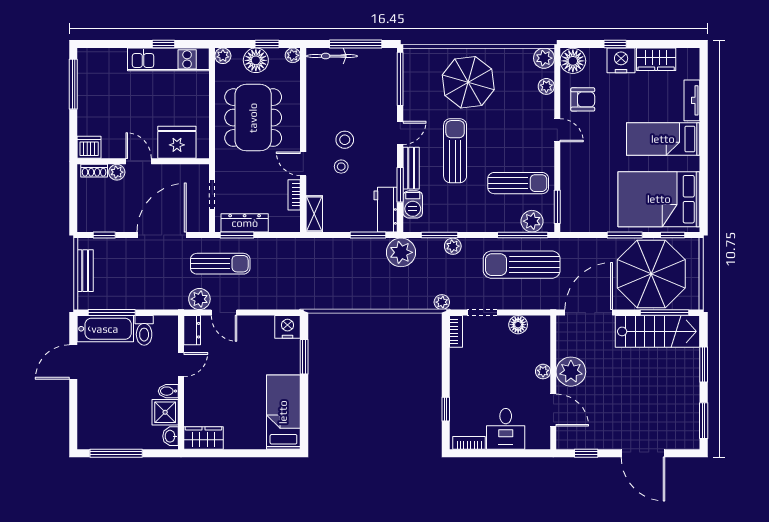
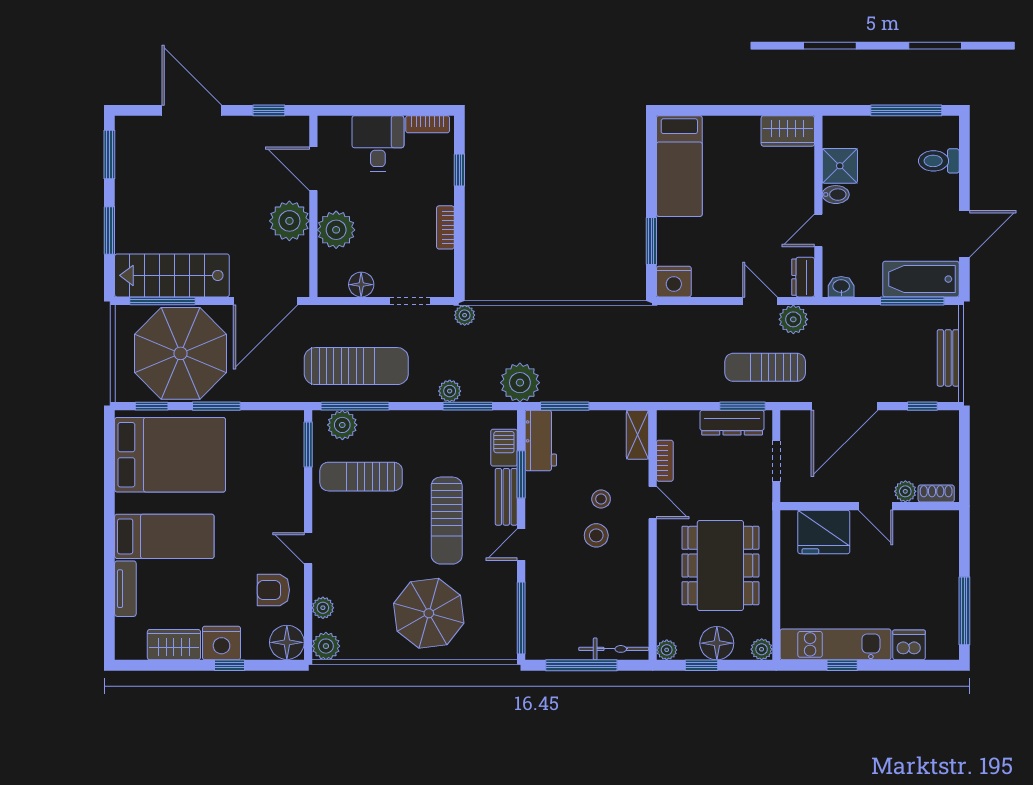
dishwasher: (89, 147) -> (909, 645), moved, turned 180
toilet: (144, 330) -> (939, 161), moved, turned -90
bookcase: (456, 331) -> (445, 227), moved
plant: (543, 372) -> (336, 230), width x1.88, depth x1.88
washbasin: (170, 436) -> (841, 287), moved, turned -90

